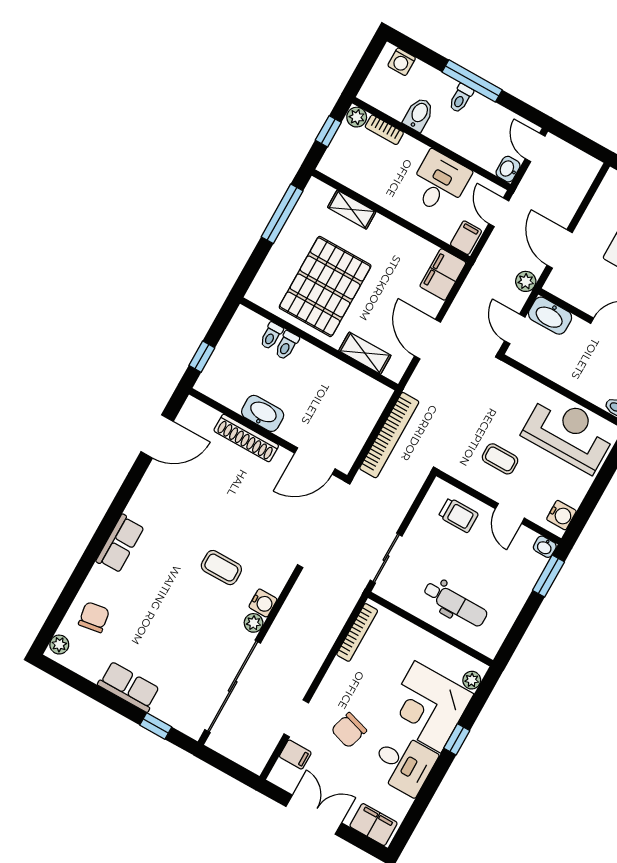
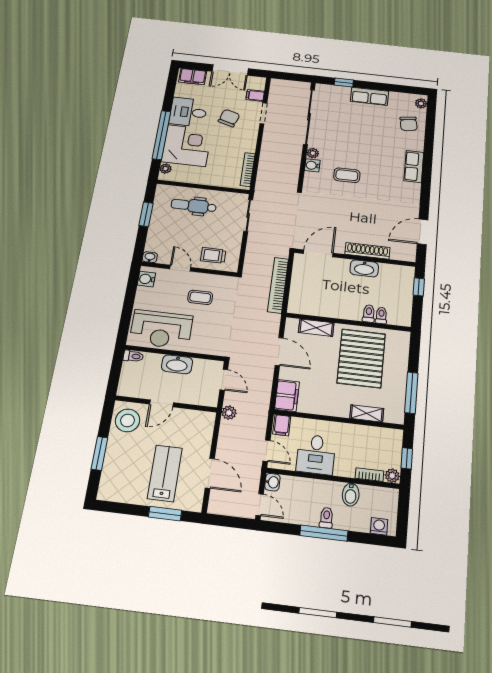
door: (560, 249) -> (210, 473), moved
washbasin: (550, 316) -> (177, 364), moved, turned 180
window: (548, 576) -> (146, 214), moved
window: (457, 739) -> (161, 135), width x3.17

